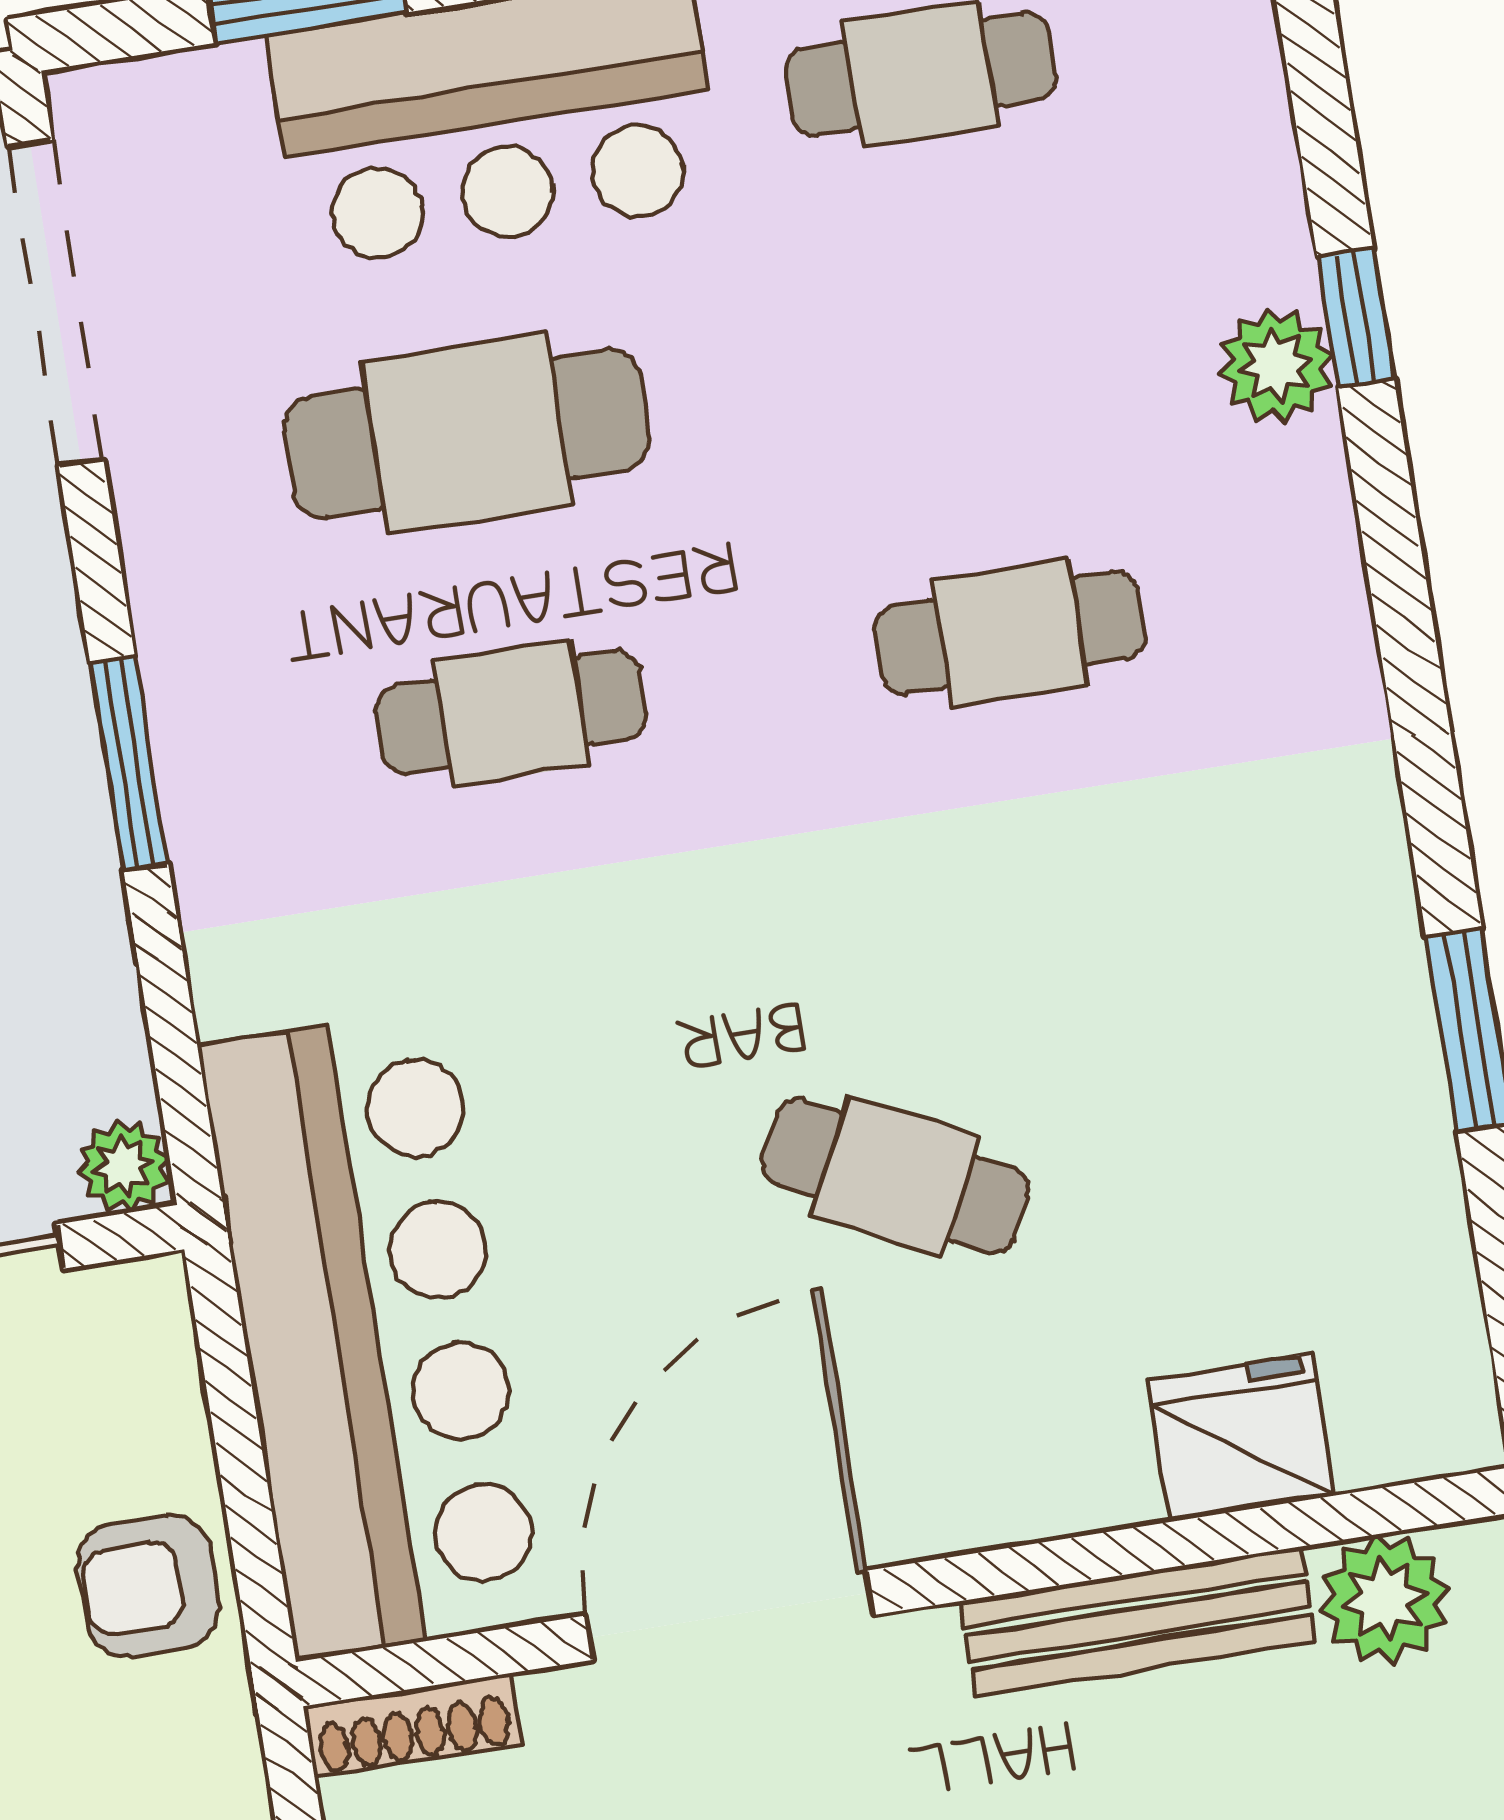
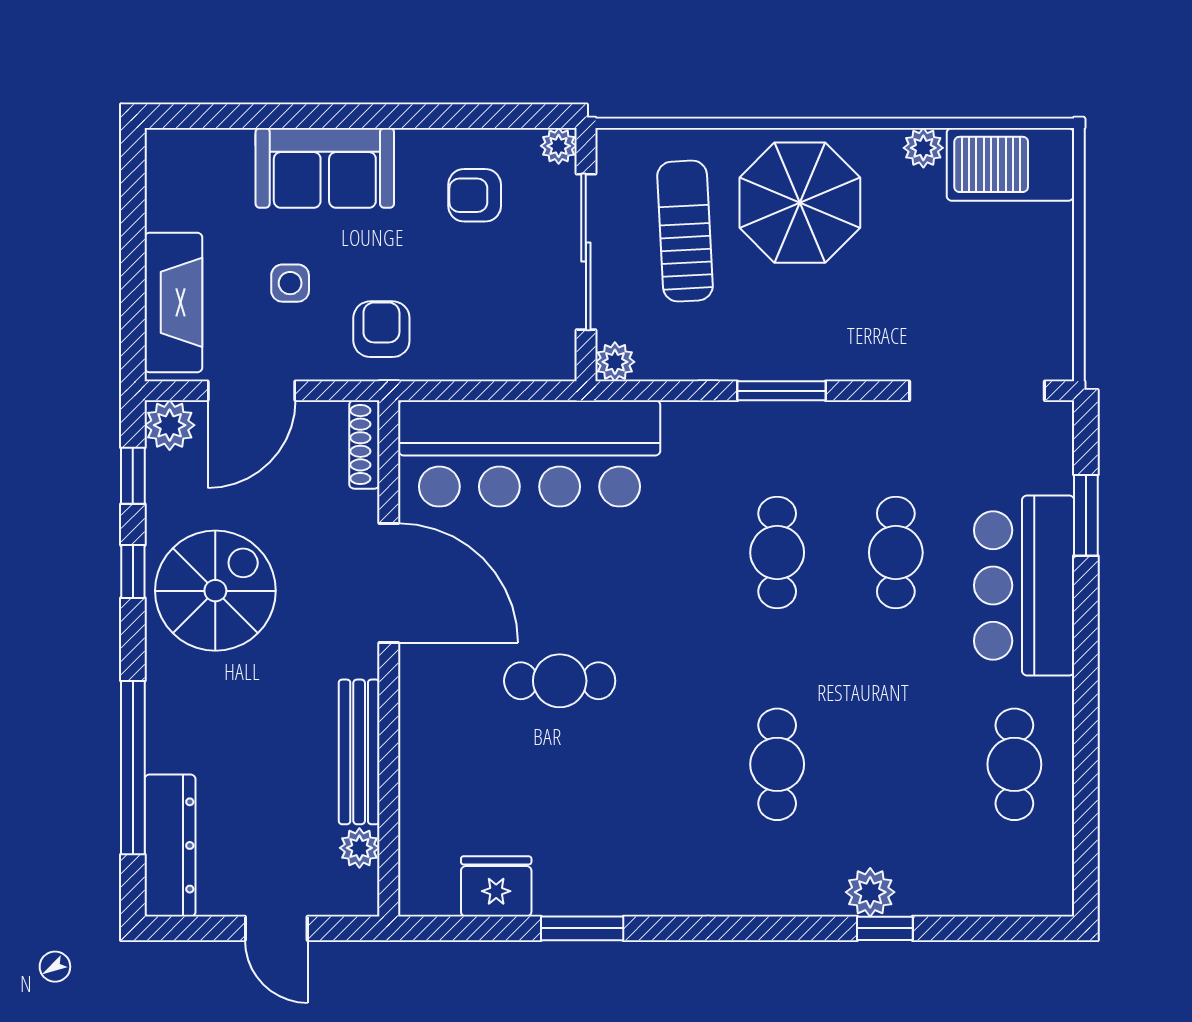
cafe table: (467, 433) -> (896, 553), width x0.73, depth x0.74
cafe table: (895, 1176) -> (560, 681), turned 63
fridge: (1241, 1438) -> (496, 886), moved, turned -90
armchair: (148, 1586) -> (381, 329), moved
plant: (1385, 1599) -> (359, 848), width x0.73, depth x0.73

